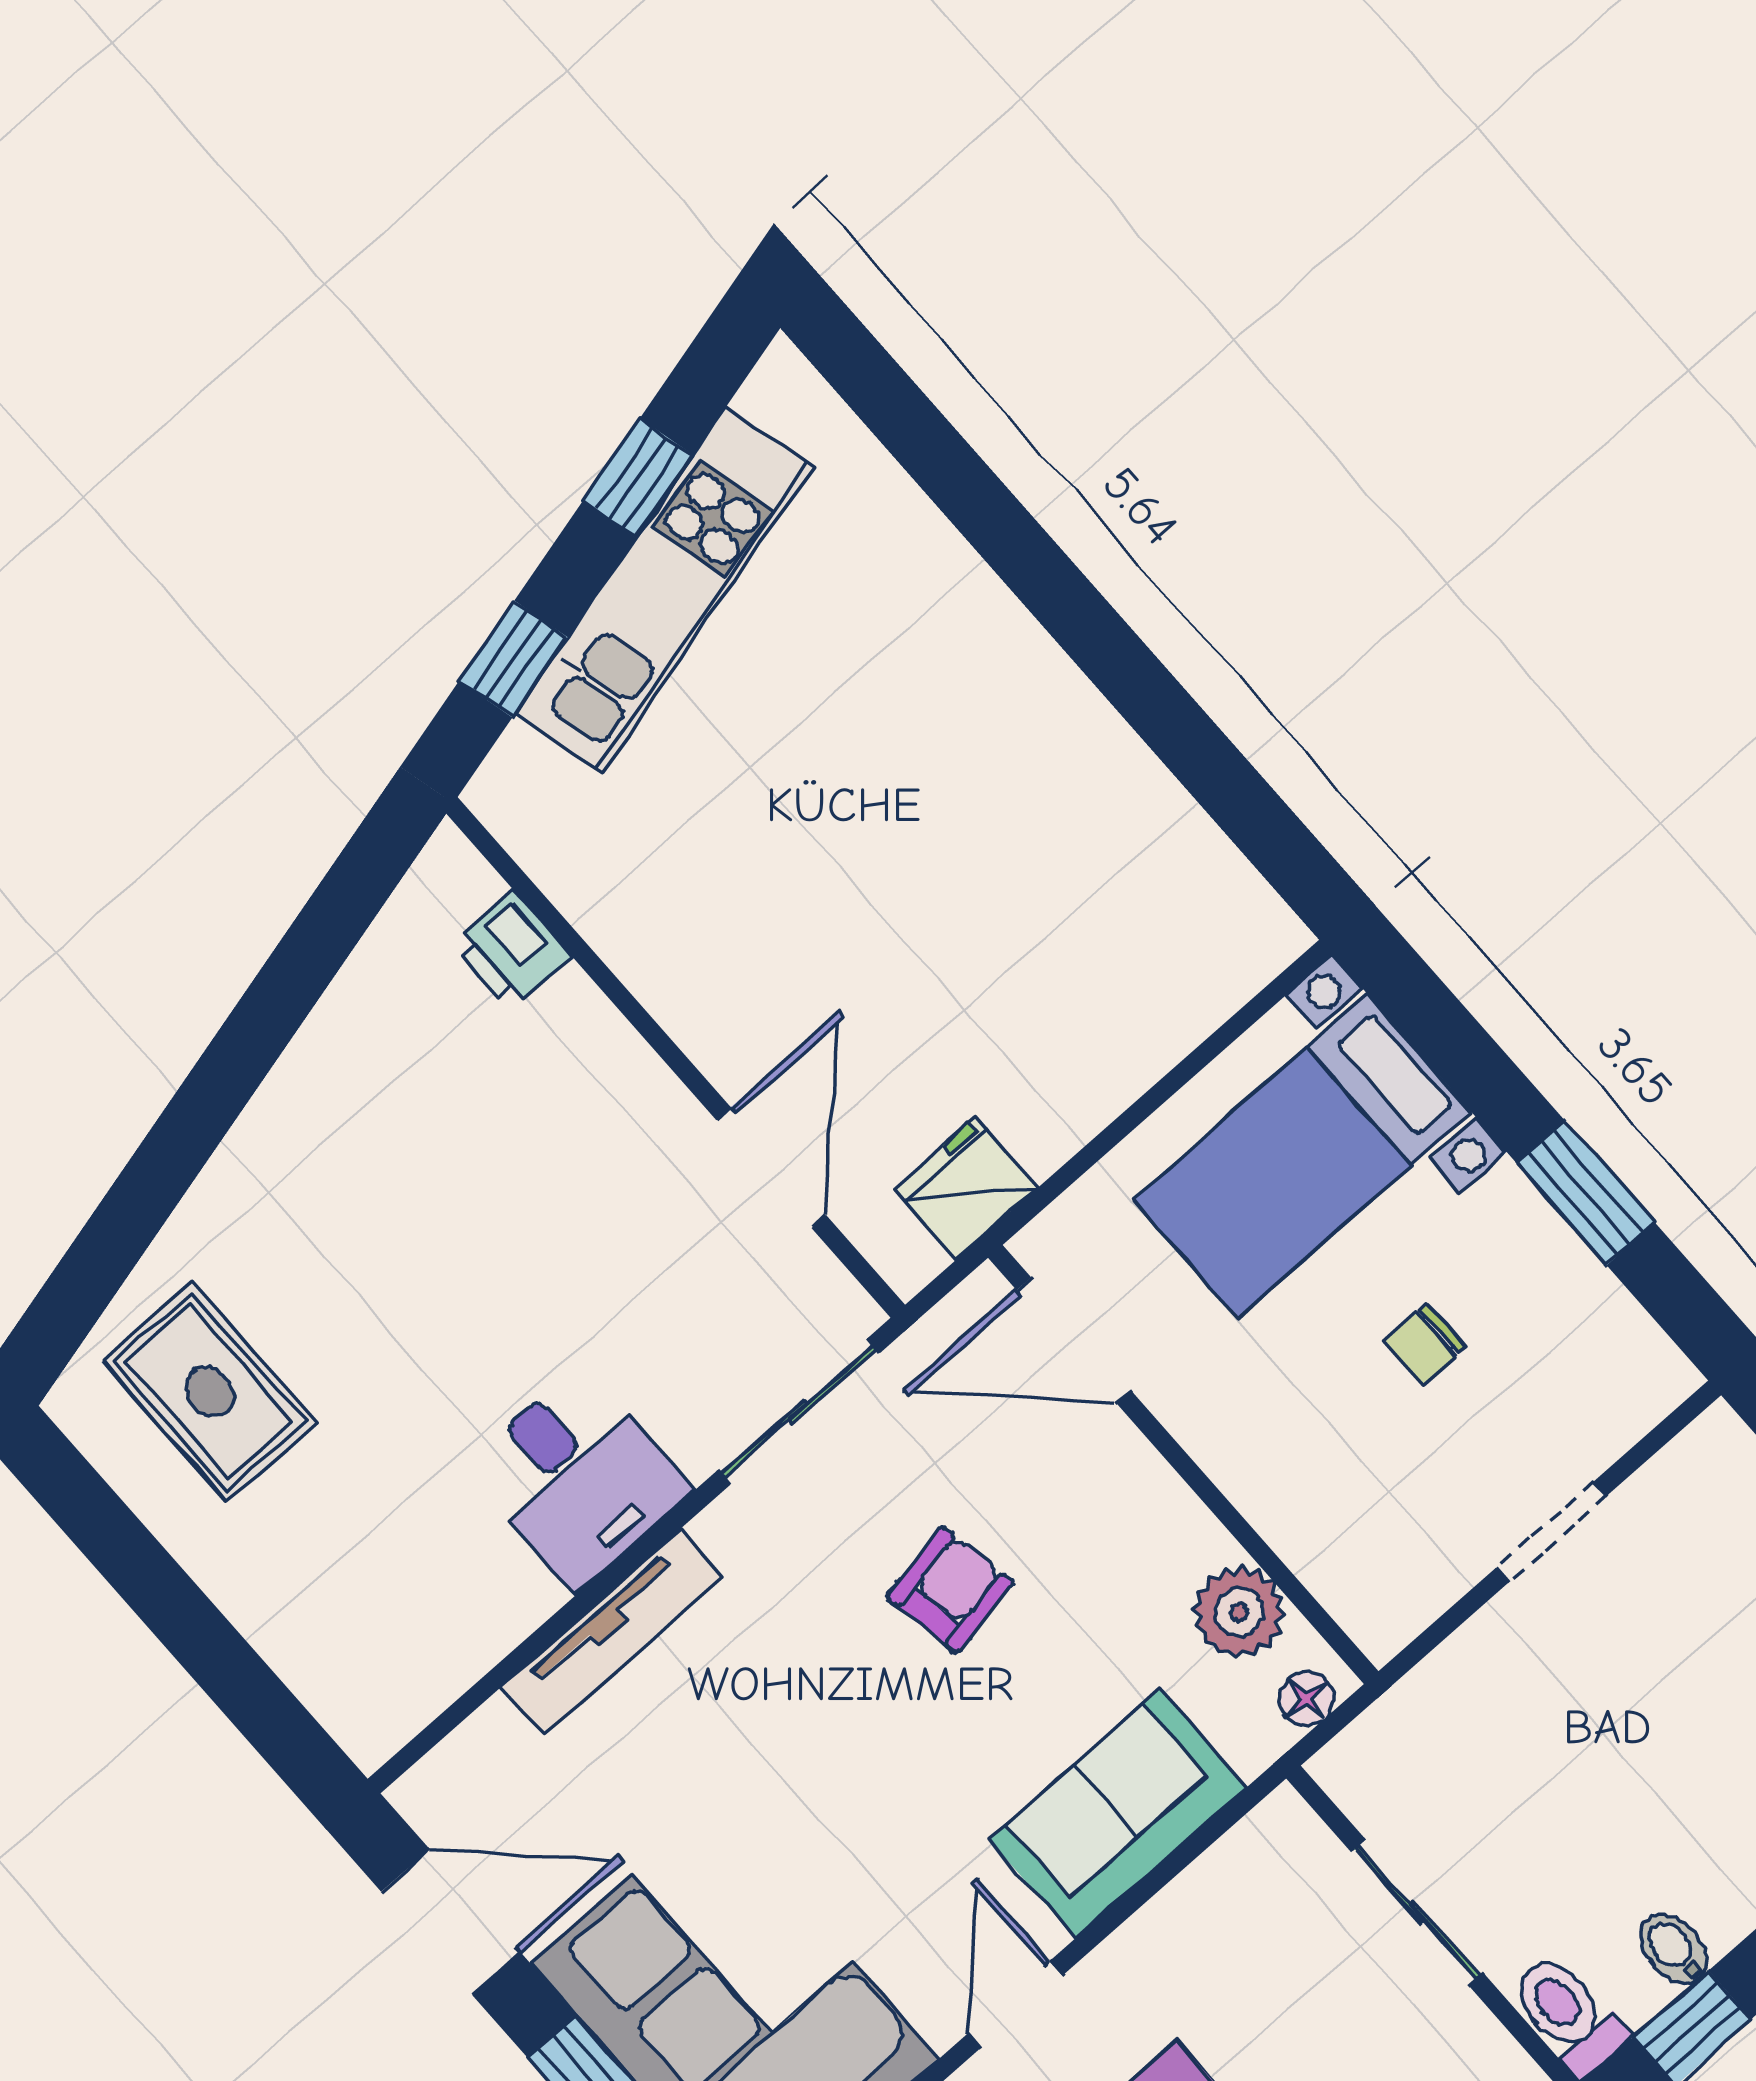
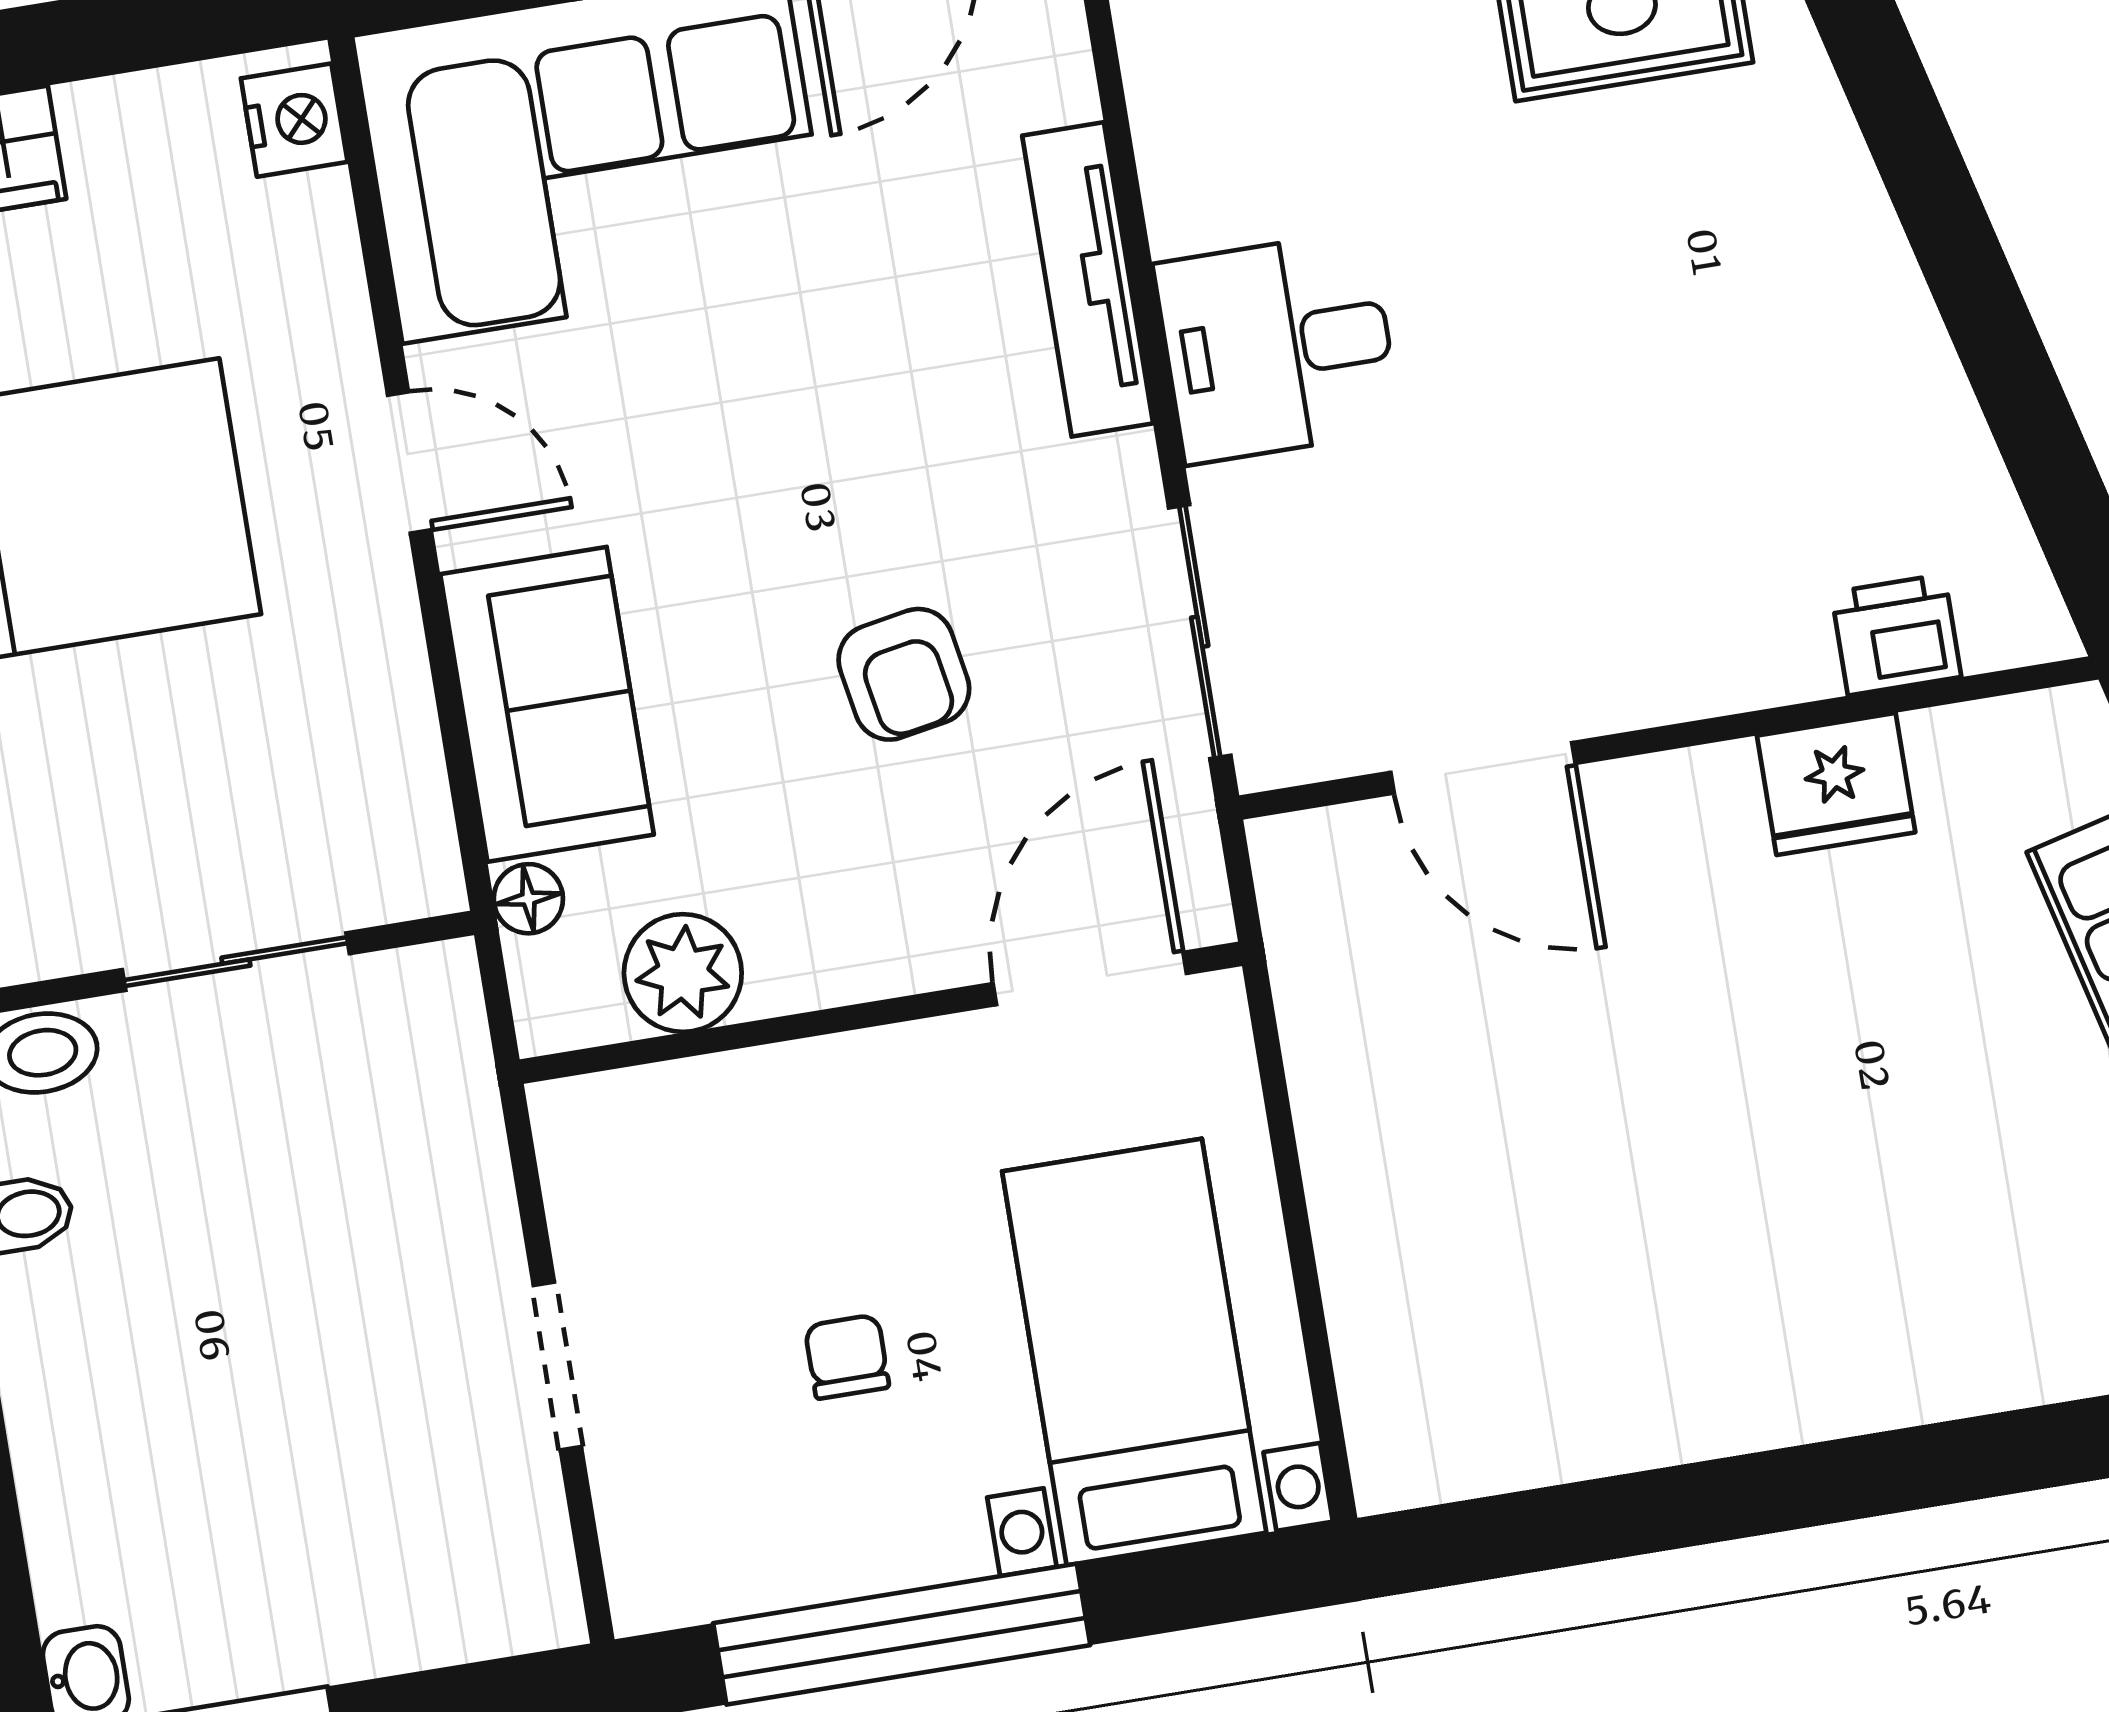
fridge: (966, 1188) -> (1836, 784), moved, turned 90
window: (1586, 1193) -> (902, 1634), width x2.11
floor lamp: (1306, 1699) -> (528, 899), moved

